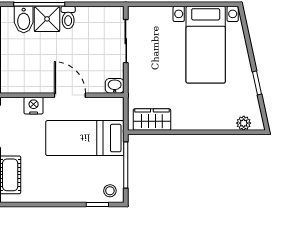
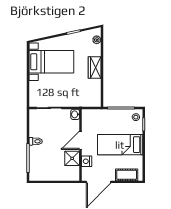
shower: (47, 19) -> (72, 158), moved
bidet: (24, 20) -> (37, 167), removed
wardrobe: (152, 120) -> (95, 67), moved
bed: (85, 138) -> (120, 145), moved, turned 90

